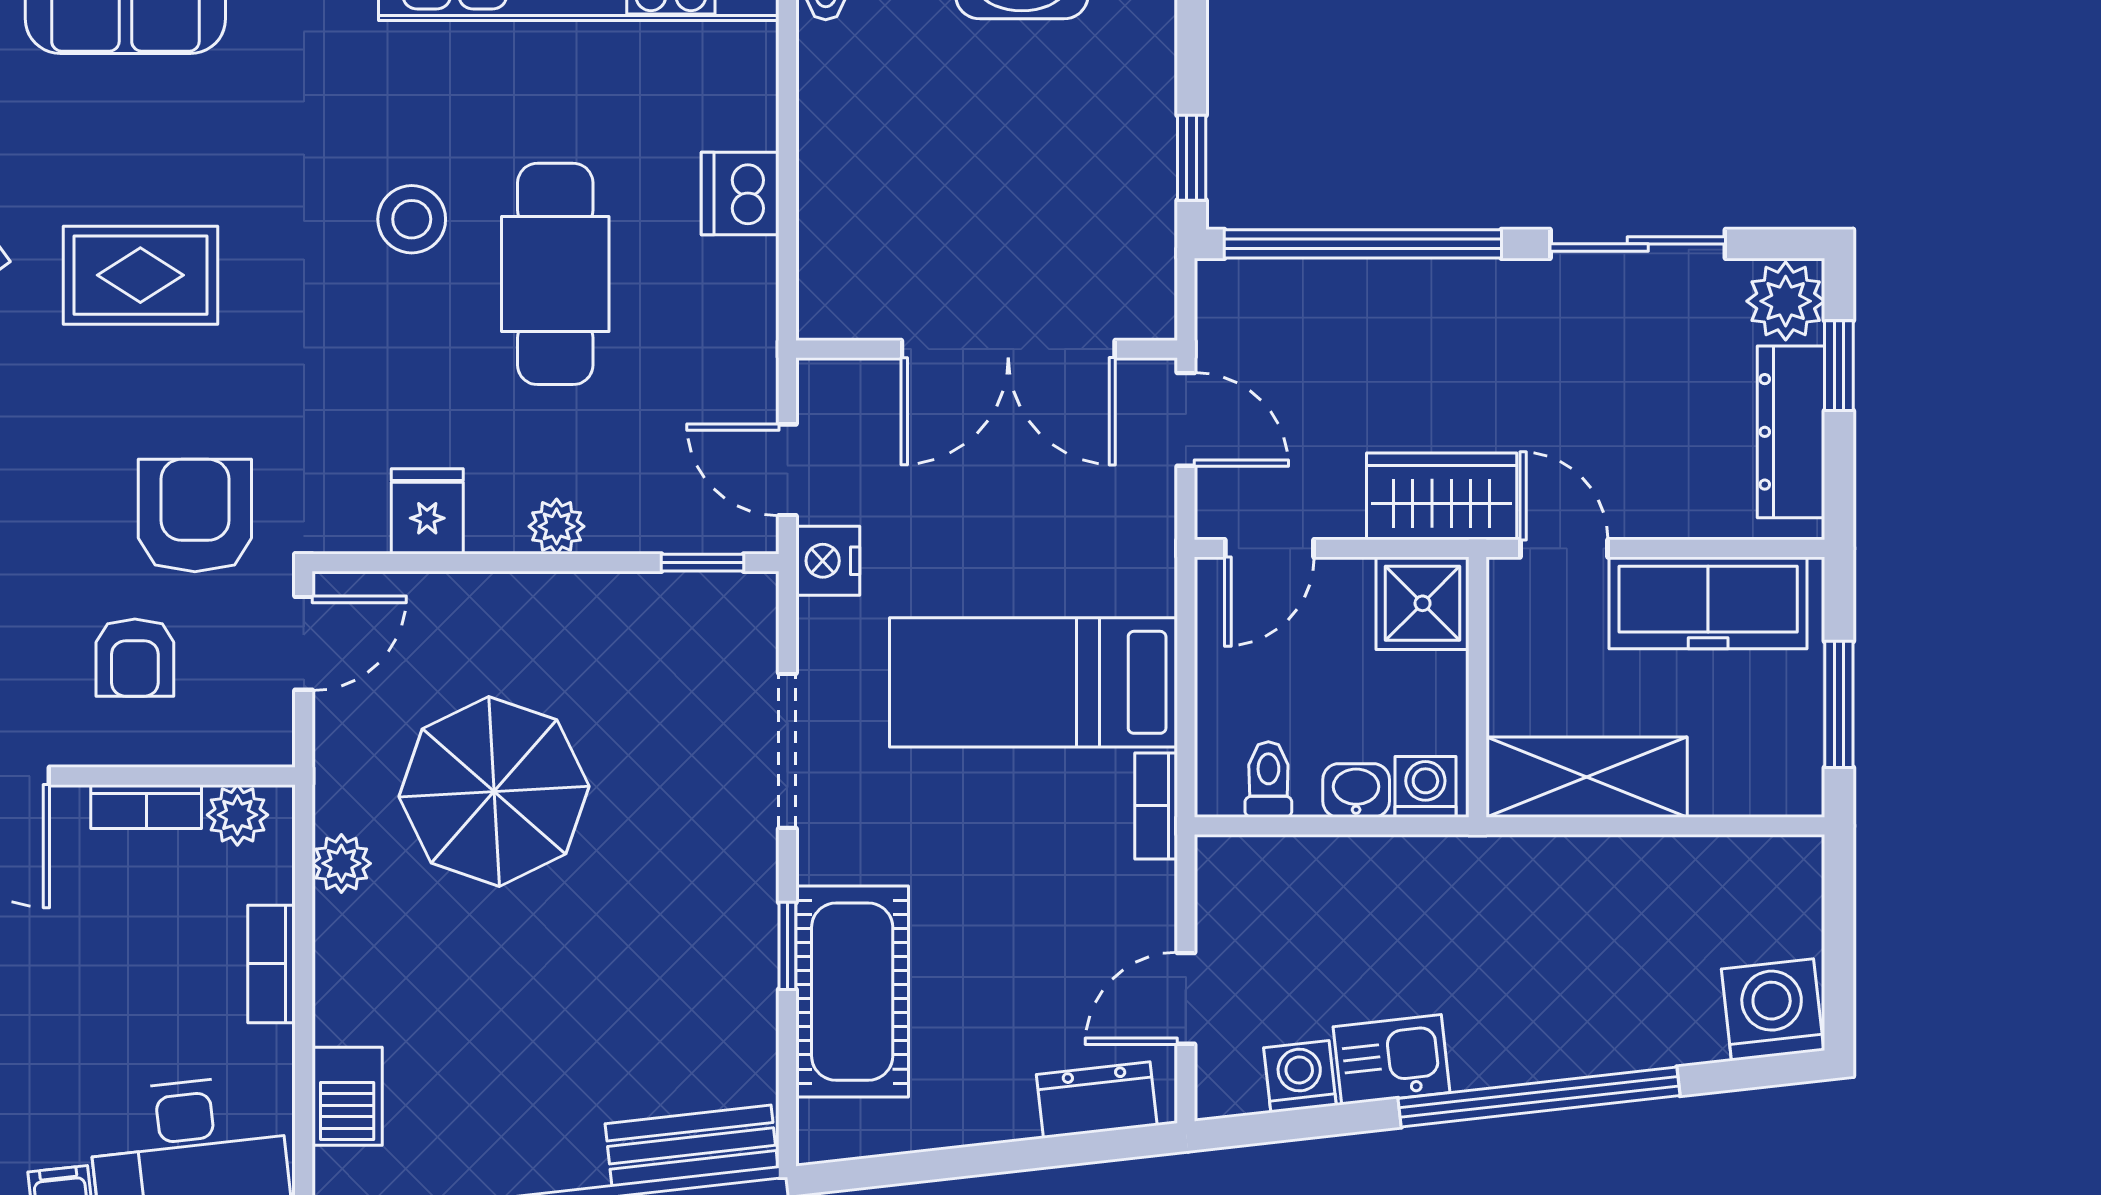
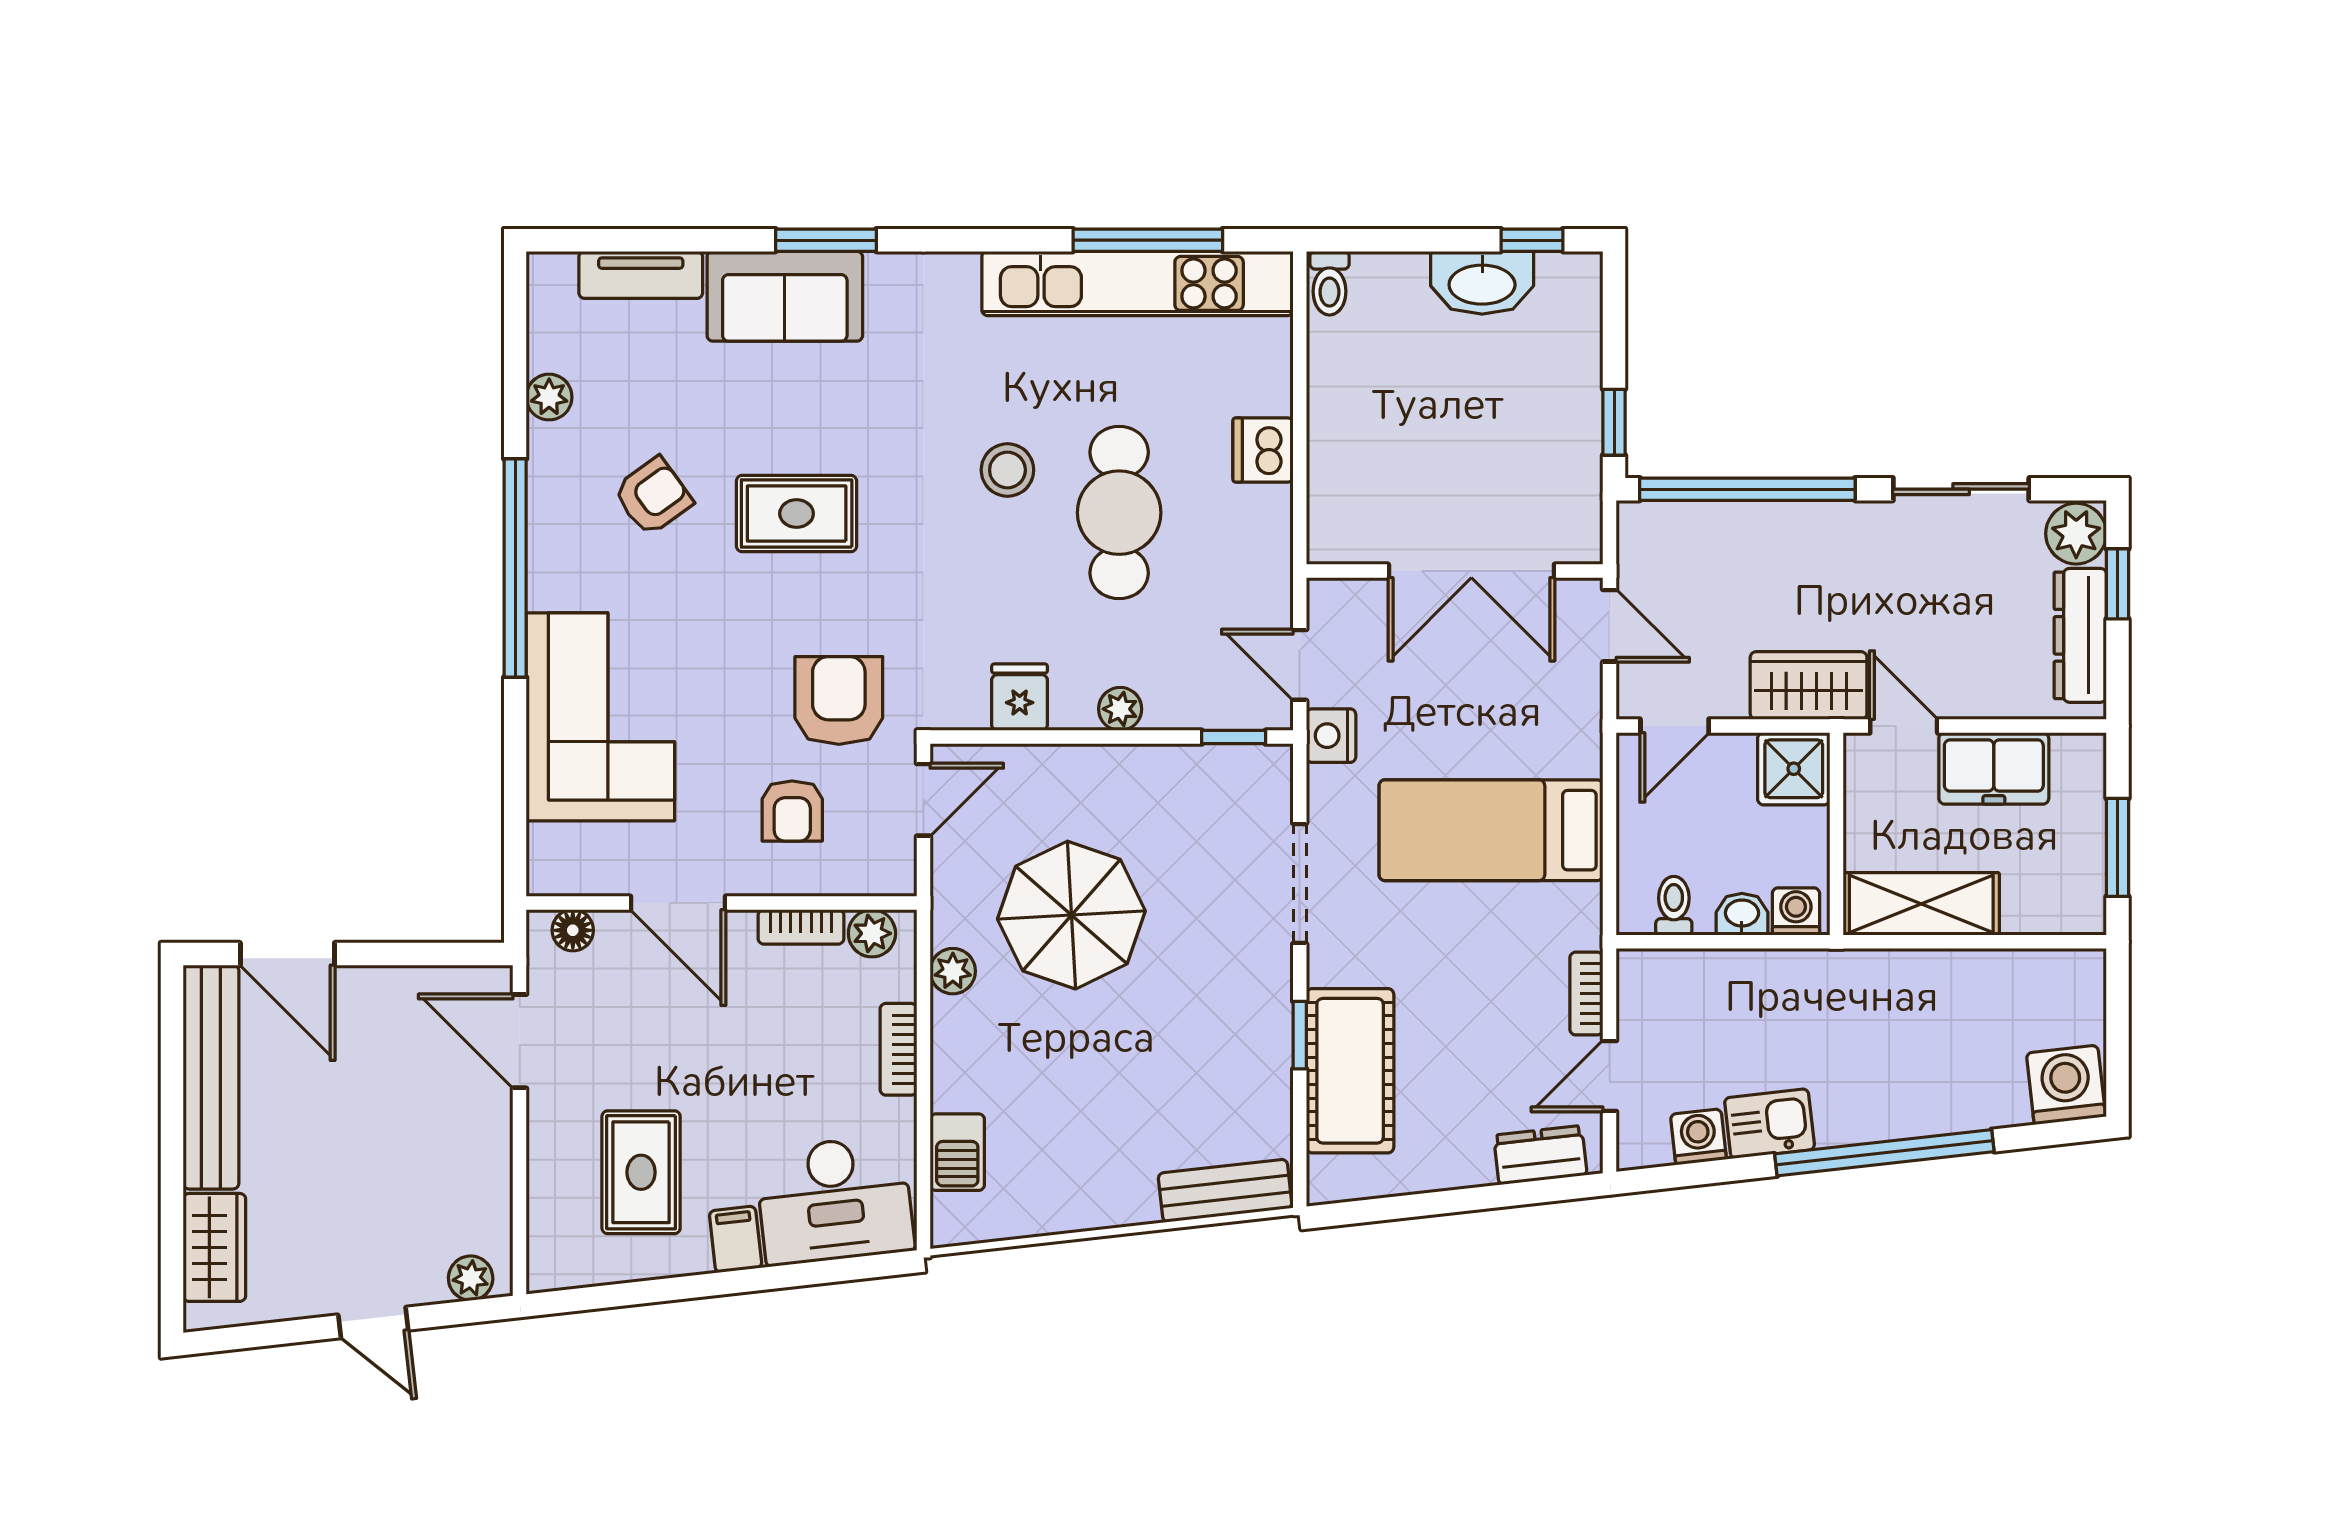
freezer: (1708, 603) -> (1994, 768), width x0.71
bookcase: (1156, 806) -> (1586, 994), moved

